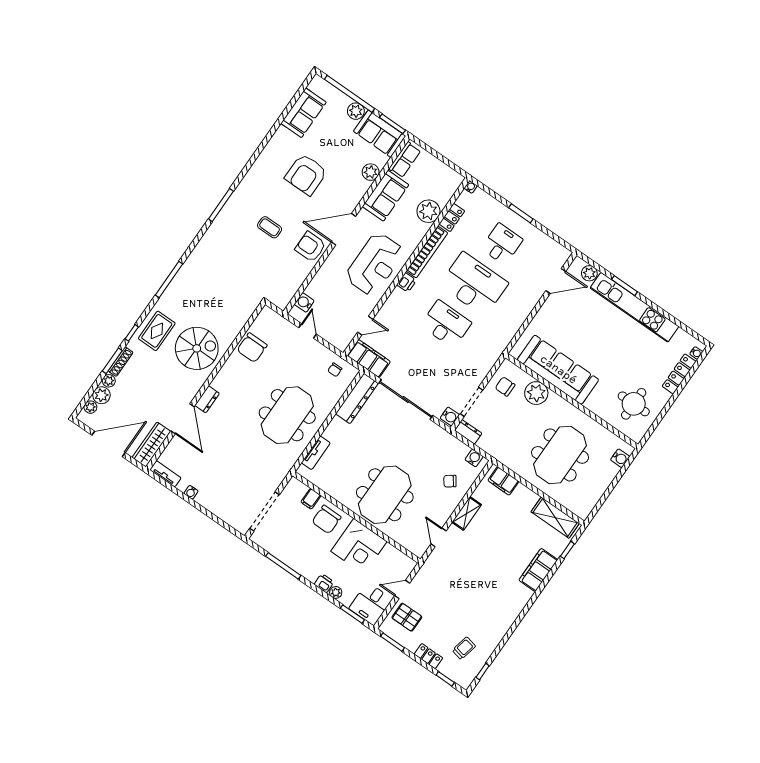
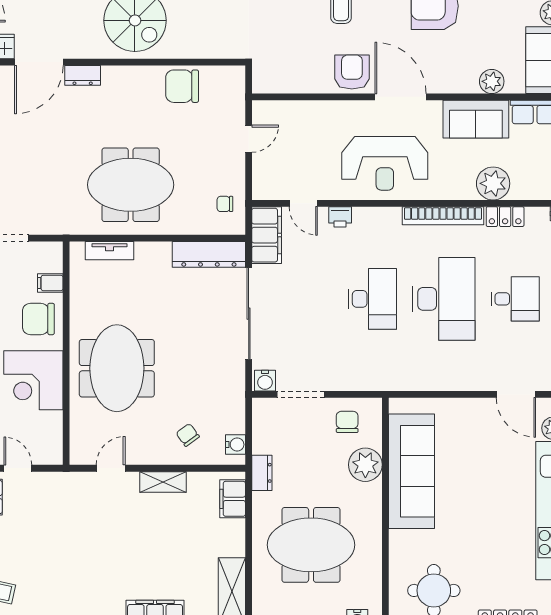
printer: (407, 282) -> (340, 217), moved
water cooler: (304, 302) -> (280, 111), removed
dresser: (468, 432) -> (262, 473), moved
meeting table: (385, 495) -> (117, 368), turned 90

